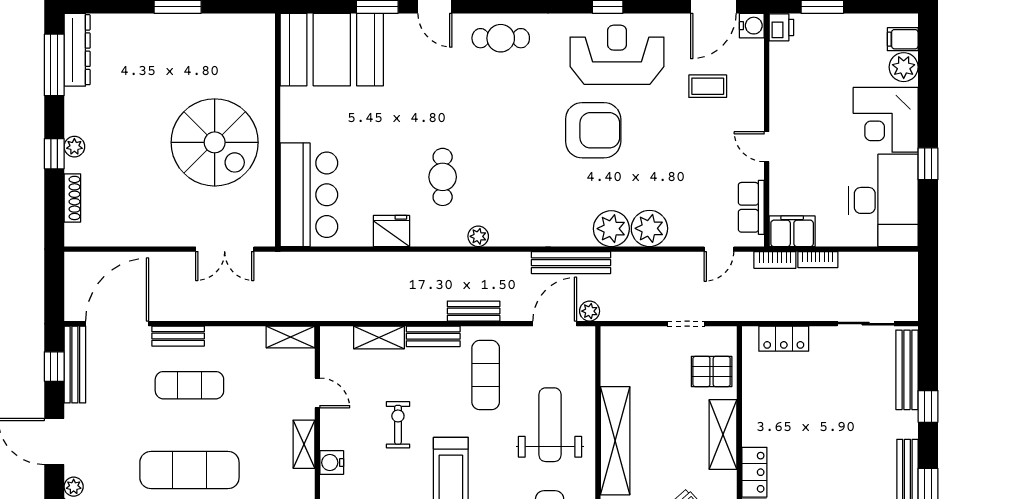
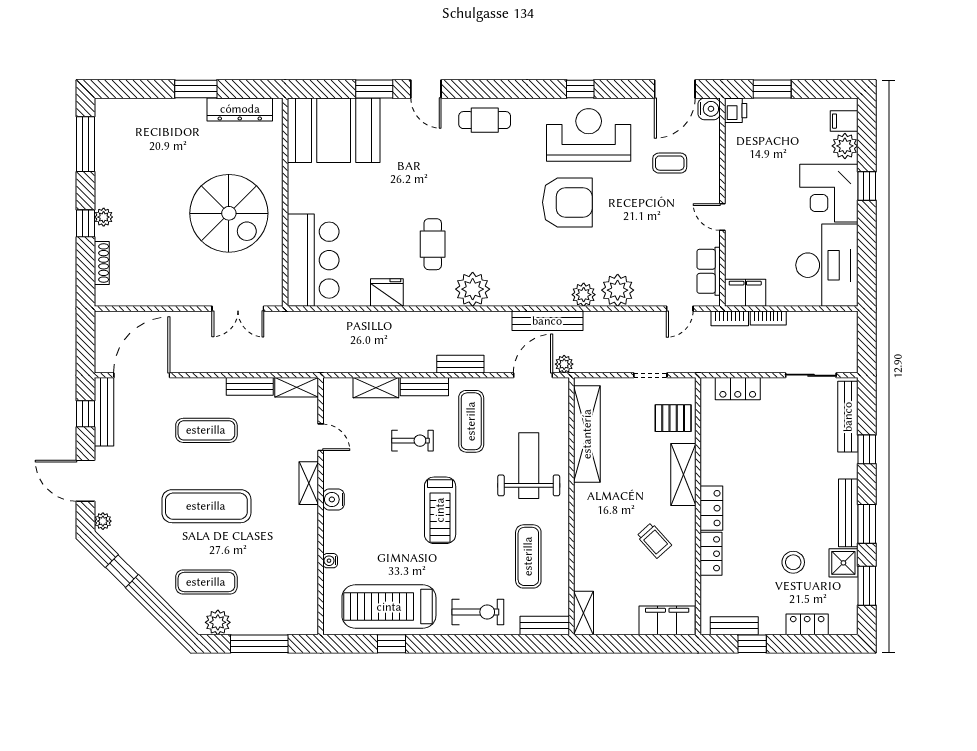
dresser: (77, 50) -> (240, 109), moved, turned 90
window: (928, 164) -> (867, 186), moved
plant: (611, 229) -> (584, 295), width x0.73, depth x0.73
plant: (478, 236) -> (473, 289), width x1.87, depth x1.87
bench: (178, 336) -> (250, 386), moved
exercise bike: (398, 425) -> (413, 441), moved, turned 90
shelving: (615, 441) -> (587, 434), moved

